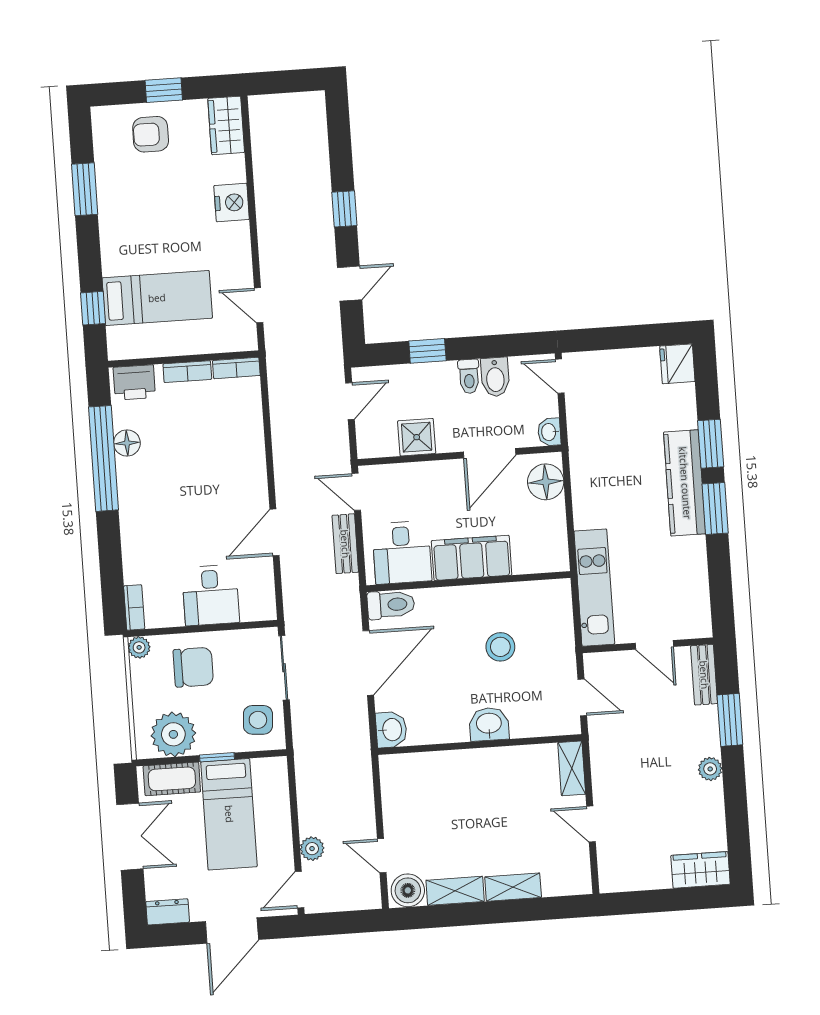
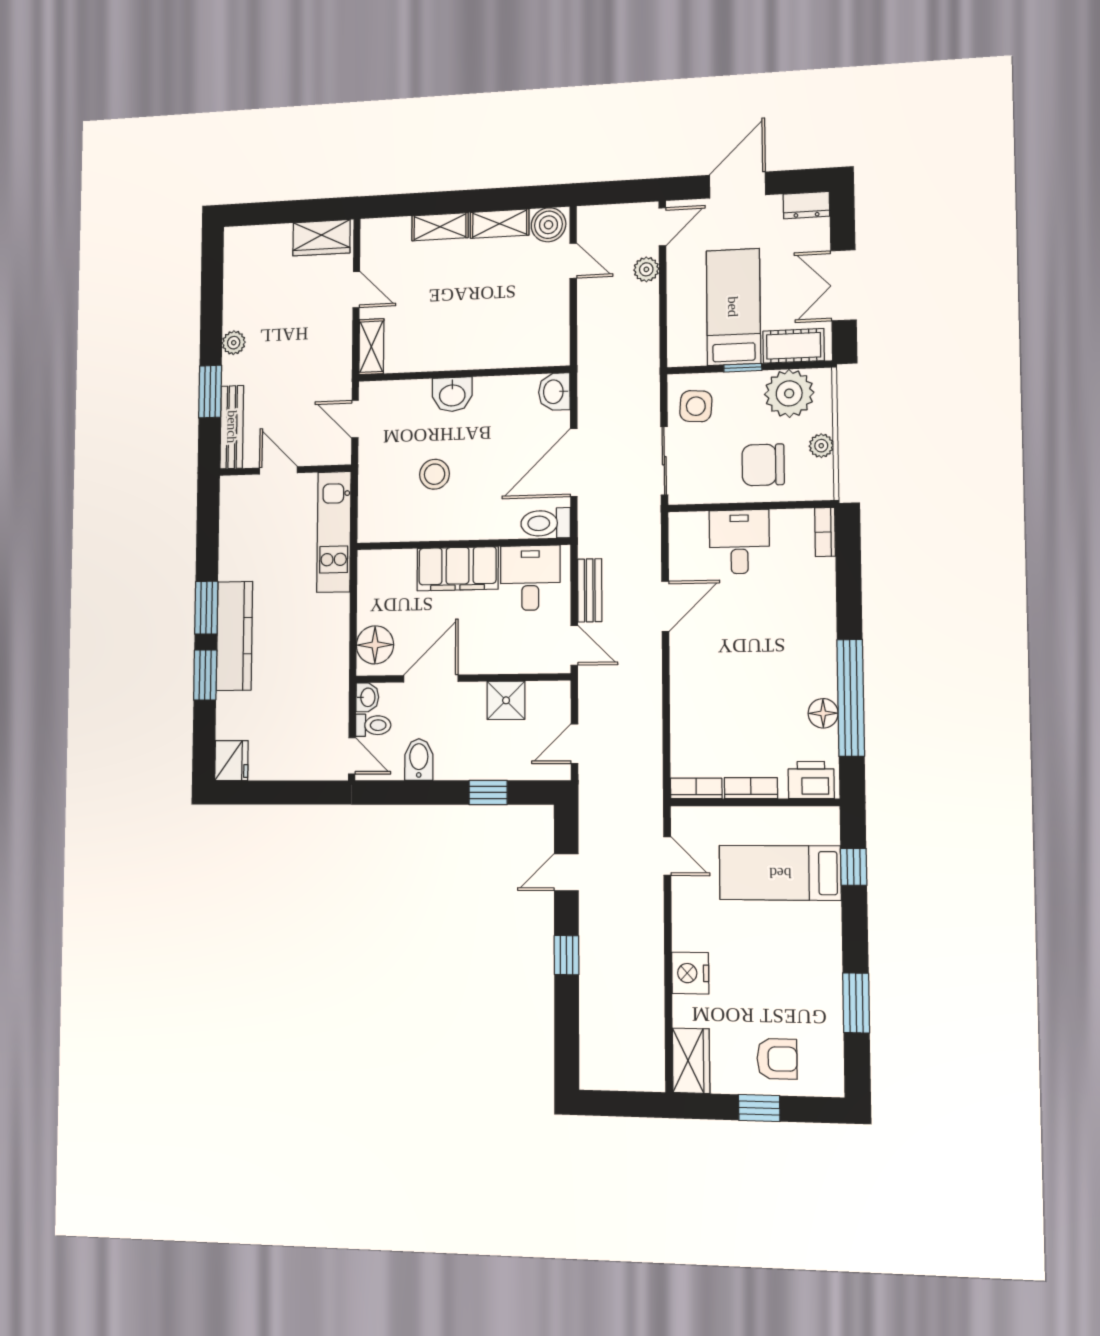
toilet: (469, 376) -> (373, 725), moved, turned 90
plant: (139, 647) -> (821, 446), moved
bench: (704, 675) -> (232, 427), width x1.36
wardrobe: (701, 870) -> (322, 238), moved

